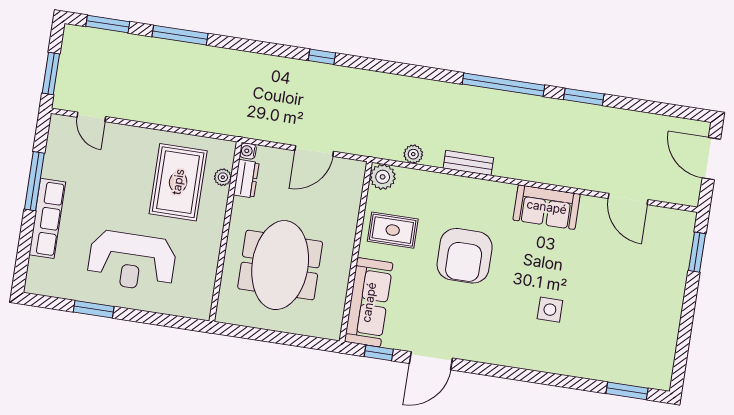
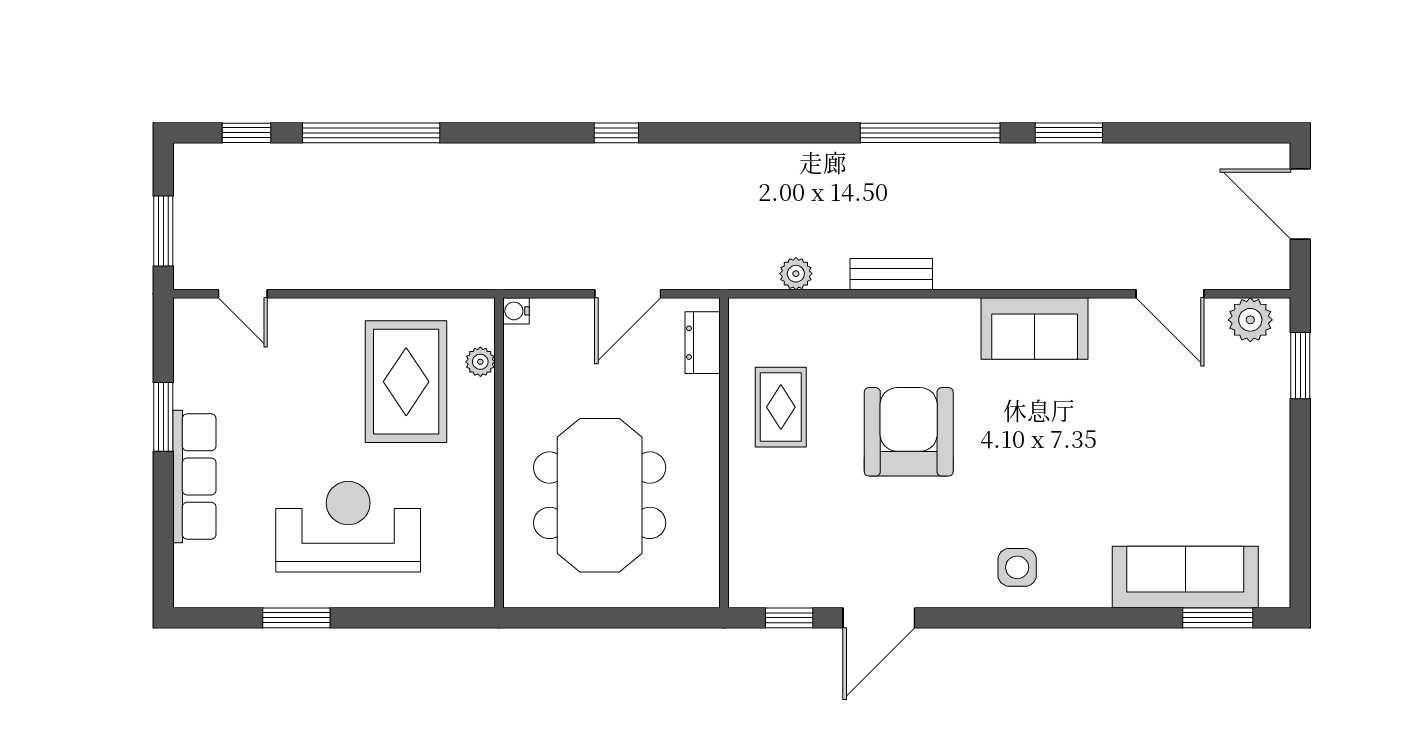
window: (108, 24) -> (247, 133), width x0.67
window: (180, 35) -> (371, 133), width x1.46
plant: (383, 177) -> (1250, 320), moved
dresser: (246, 179) -> (703, 343), moved, turned 180
window: (34, 181) -> (163, 417), width x0.69
rug: (393, 230) -> (781, 407), turned 90
armchair: (465, 256) -> (909, 432), turned 180
reception desk: (132, 261) -> (348, 527), turned 180
sofa: (369, 302) -> (1185, 577), moved, turned -90
side table: (550, 310) -> (1017, 567), moved

